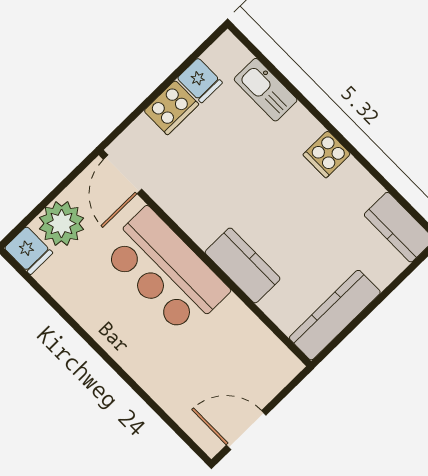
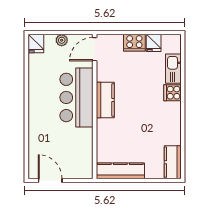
cooker: (327, 154) -> (172, 93), moved
plant: (62, 223) -> (62, 40), width x0.53, depth x0.53
kitchen counter: (243, 265) -> (105, 100), moved

